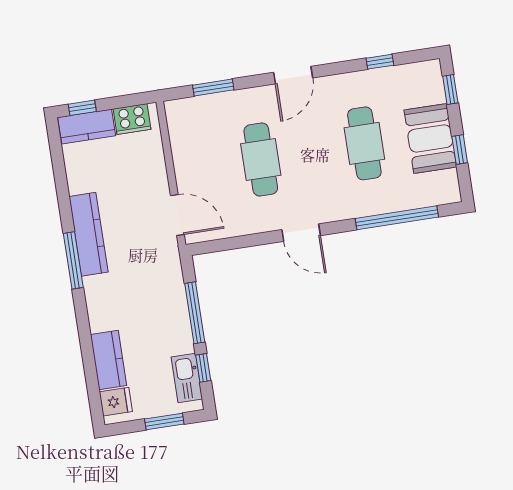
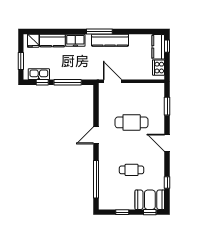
booth: (430, 138) -> (150, 200), moved
cafe table: (364, 143) -> (132, 170), width x0.73, depth x0.74
door: (177, 215) -> (112, 81), swing flipped
freezer: (100, 310) -> (75, 40), added

